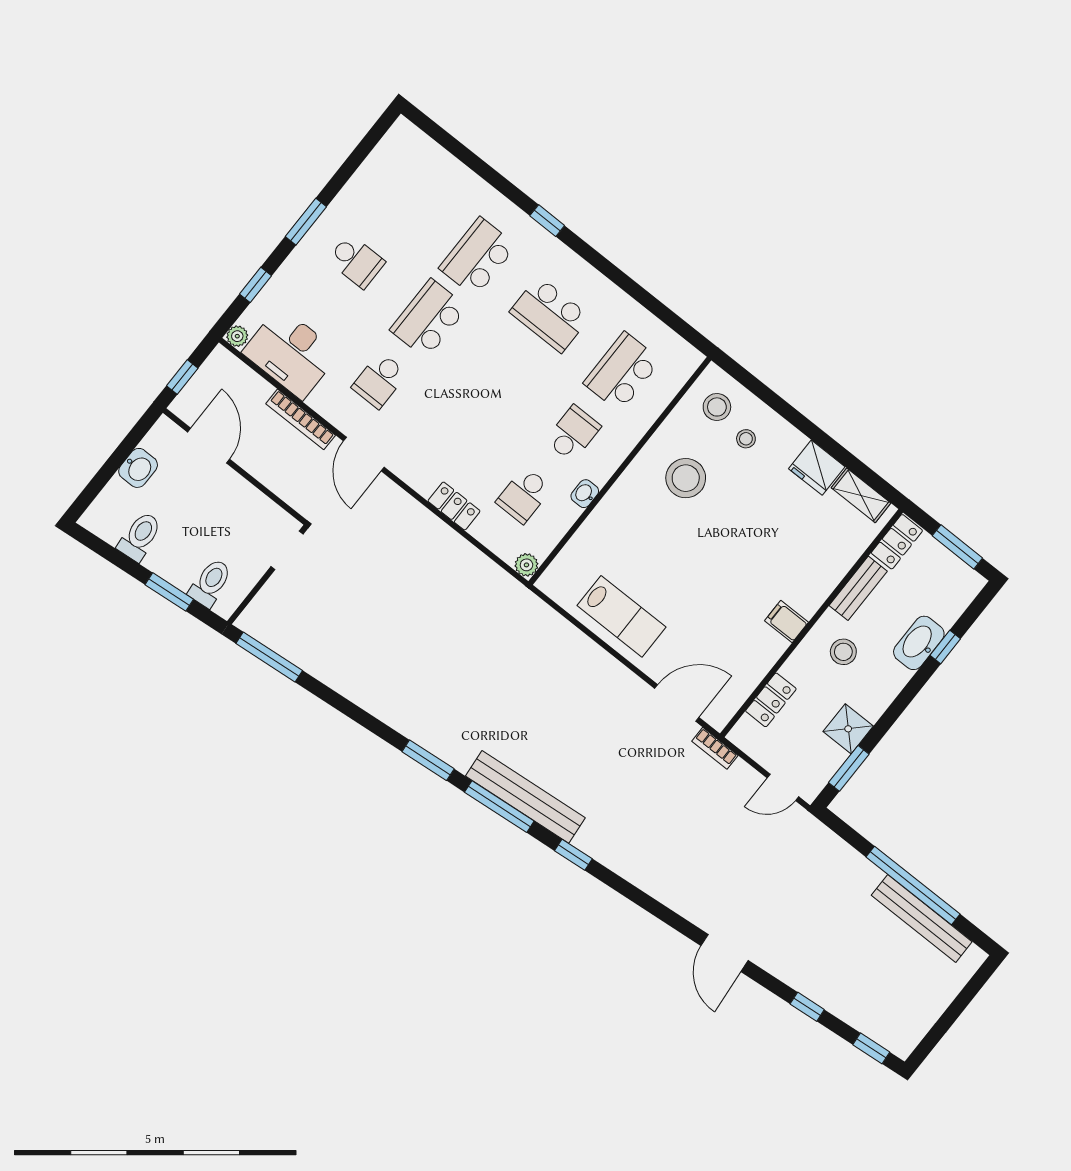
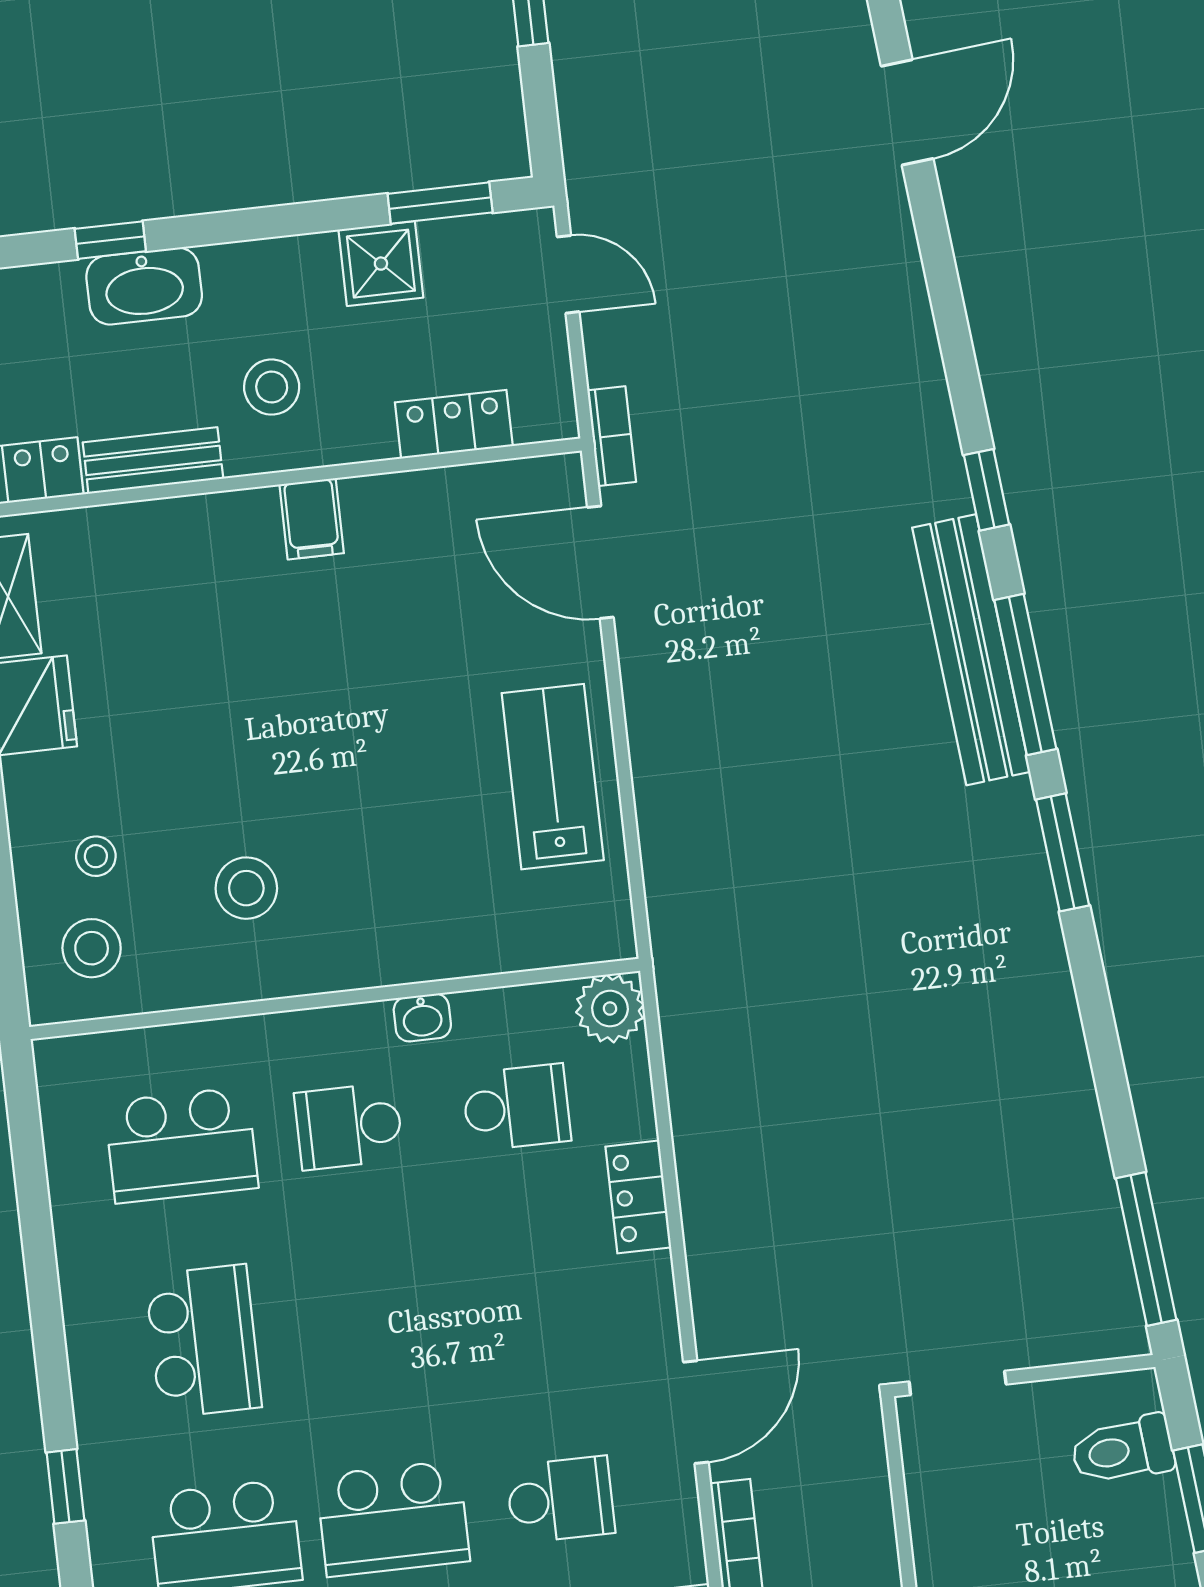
stool: (686, 478) -> (246, 888), width x0.73, depth x0.73
plant: (526, 565) -> (610, 1009), width x1.38, depth x1.38

